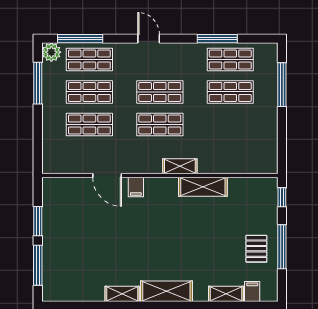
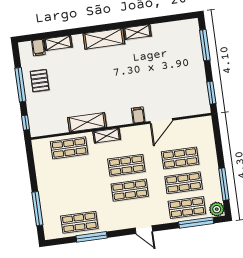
shop shelf: (230, 92) -> (69, 148), moved
door: (107, 175) -> (161, 121), swing flipped
window: (38, 221) -> (211, 93), moved

